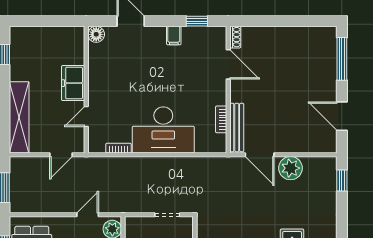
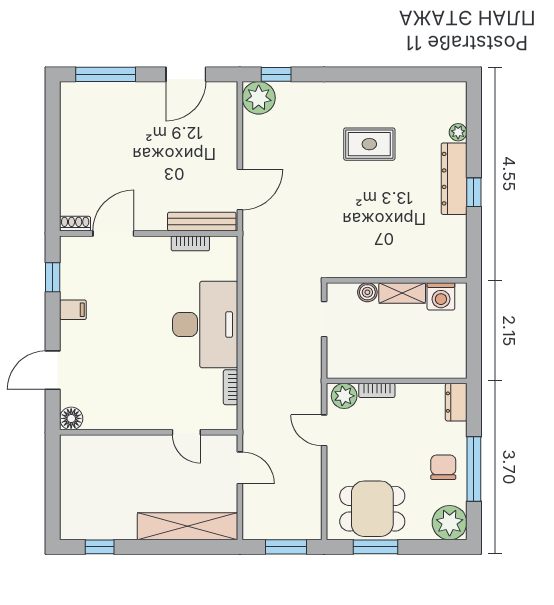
freezer: (73, 83) -> (140, 451), removed
plant: (290, 168) -> (259, 98), moved

